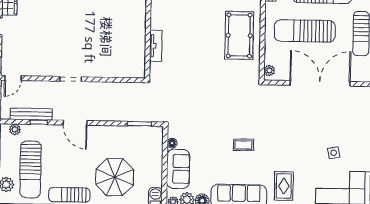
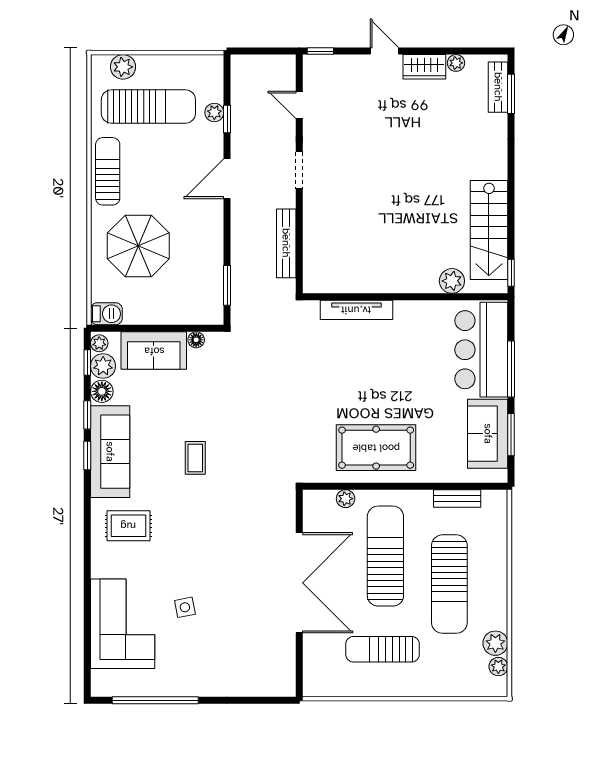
tv unit: (156, 46) -> (356, 310), width x1.41
plant: (269, 71) -> (346, 499), moved
door: (13, 78) -> (299, 105), moved
bench: (31, 114) -> (286, 243), moved
plant: (15, 129) -> (214, 112), moved
sun lounger: (30, 169) -> (148, 107), turned 180

